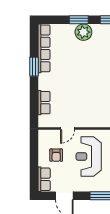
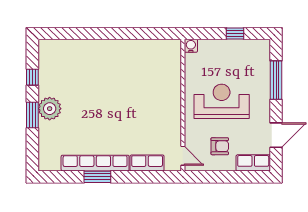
row of seats: (44, 48) -> (95, 163), moved
door: (68, 128) -> (183, 156), moved
reception desk: (89, 156) -> (222, 101), turned 180

